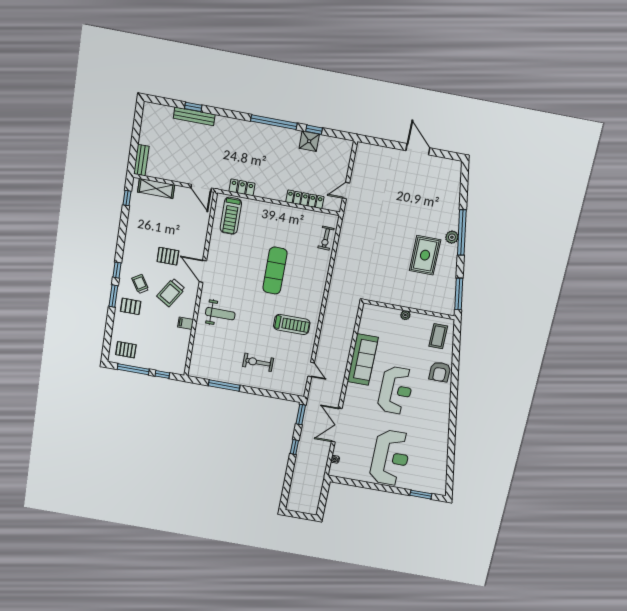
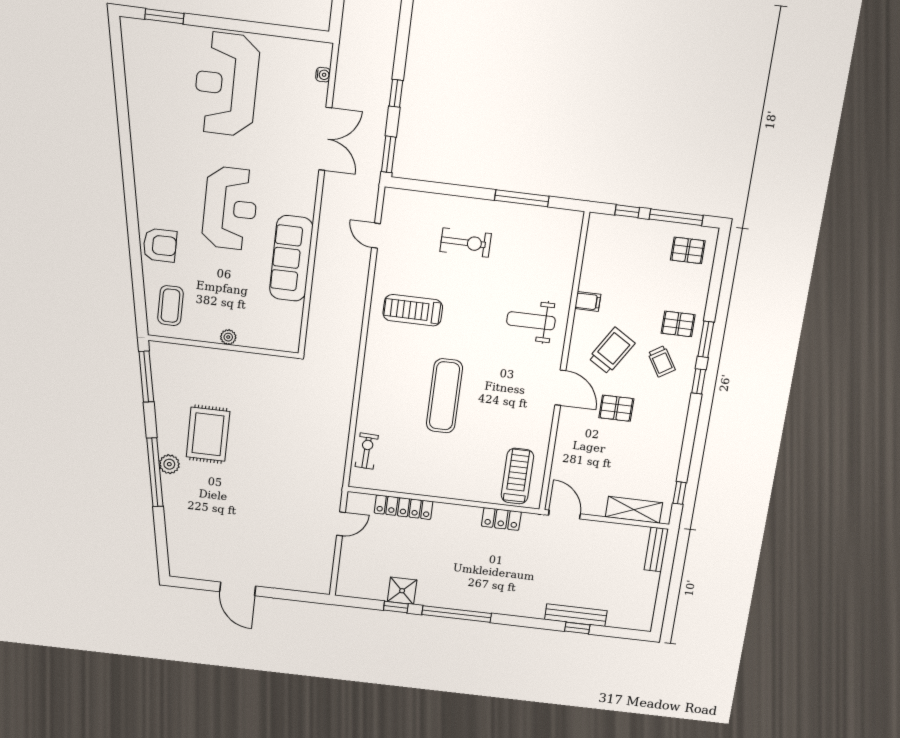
armchair: (440, 372) -> (160, 245), turned 90
reception desk: (396, 390) -> (230, 208), turned 180

